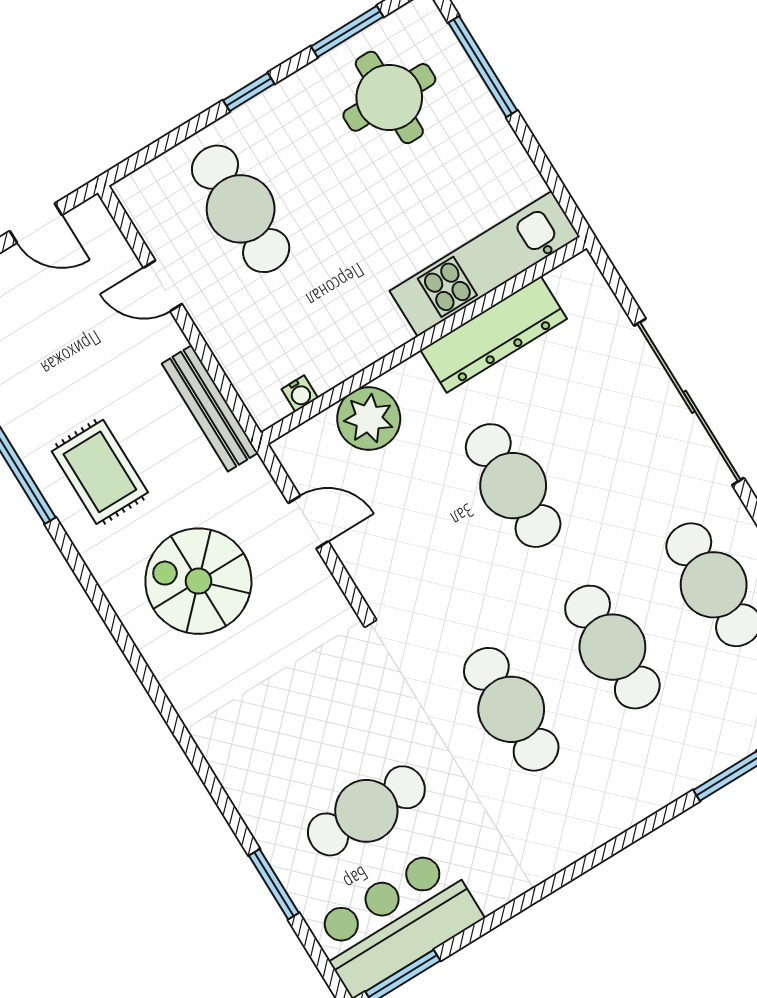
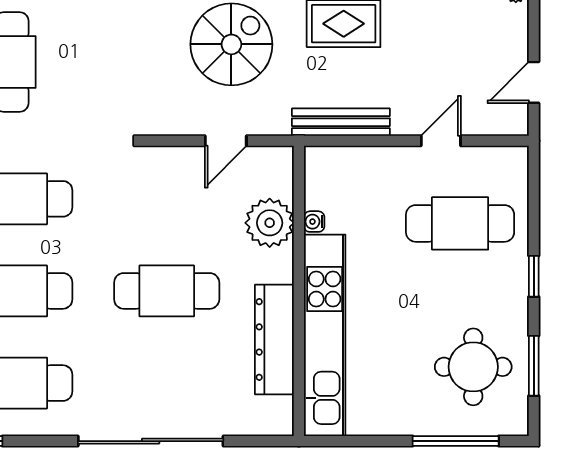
kitchen unit: (485, 264) -> (325, 335), width x1.36
water cooler: (300, 393) -> (314, 222), moved

